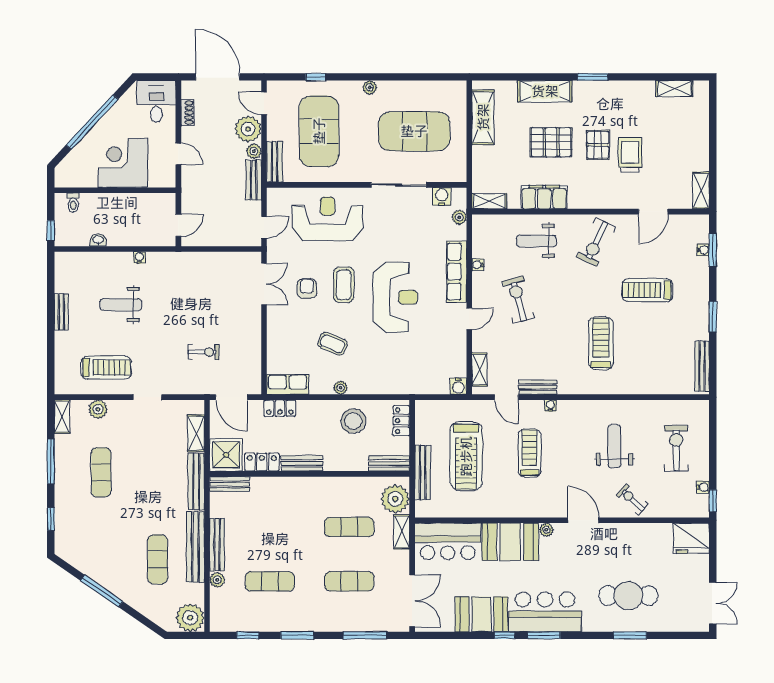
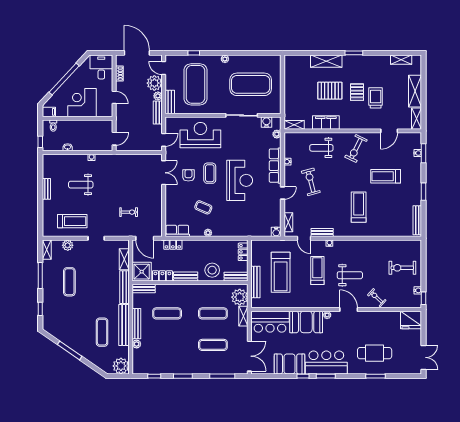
shelving: (483, 117) -> (415, 91), moved
filing cabinet: (66, 179) -> (49, 112), added
stool: (353, 421) -> (212, 270), moved
weight bench: (614, 446) -> (350, 275), moved, turned 90
exercise bike: (676, 448) -> (402, 268), turned -90
exercise mat: (270, 581) -> (167, 313), moved

